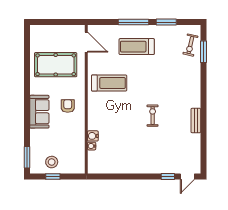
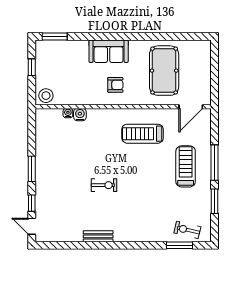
treadmill: (109, 83) -> (142, 134), turned 90
stool: (52, 162) -> (46, 96), moved
window: (139, 177) -> (32, 169), added

